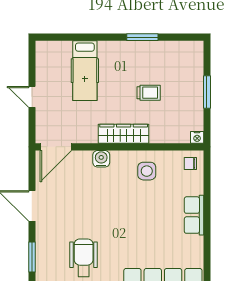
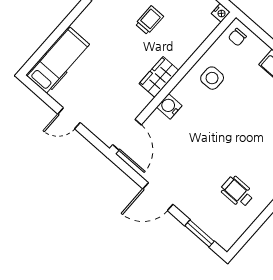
hospital bed: (85, 71) -> (58, 60), moved, turned -90
wardrobe: (124, 134) -> (159, 77), width x0.67
wheelchair: (84, 258) -> (237, 192), width x0.73, depth x0.73

